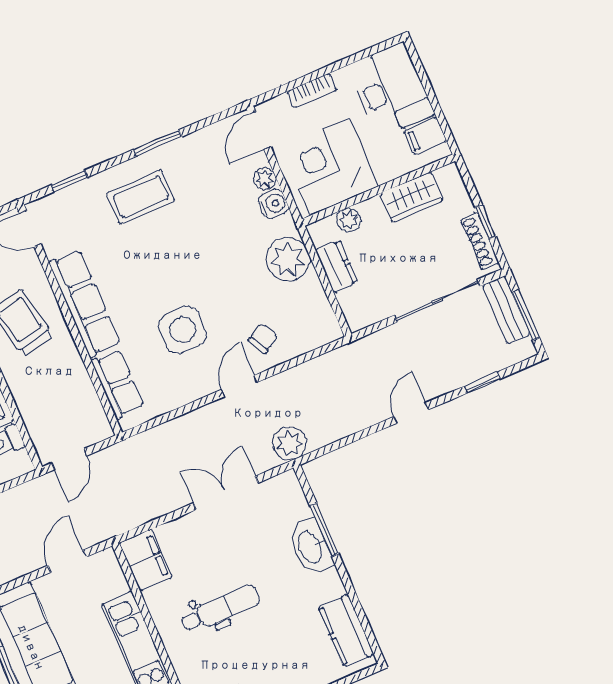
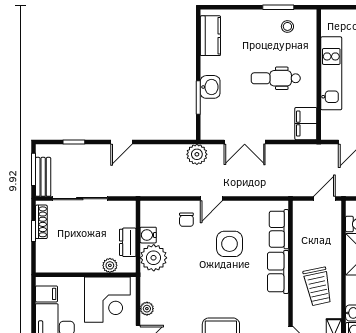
wardrobe: (412, 197) -> (69, 263), removed
water cooler: (273, 204) -> (148, 235), moved
row of seats: (85, 303) -> (278, 272), width x0.68
chair: (263, 338) -> (186, 220), turned -60
washbasin: (310, 547) -> (210, 87), width x0.72

